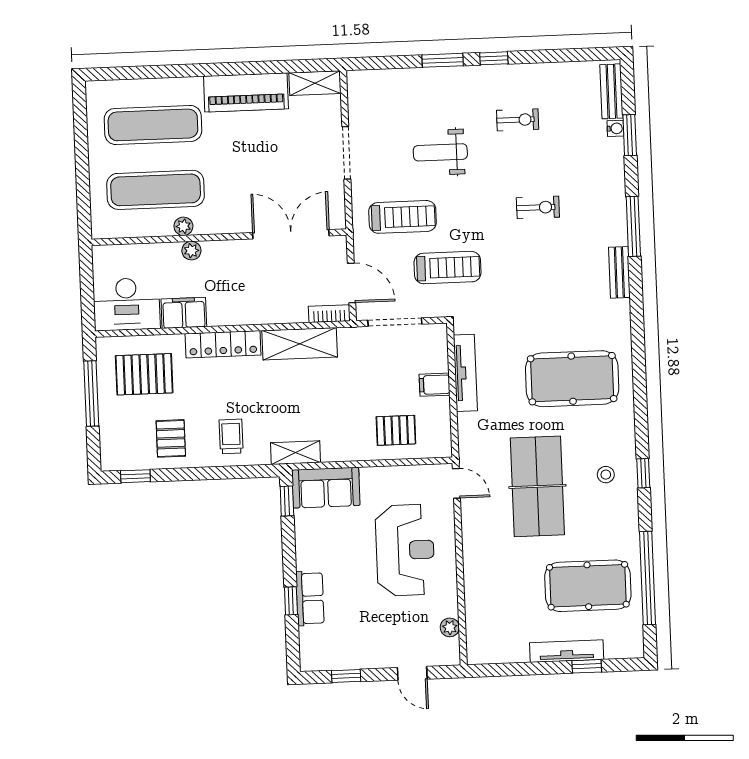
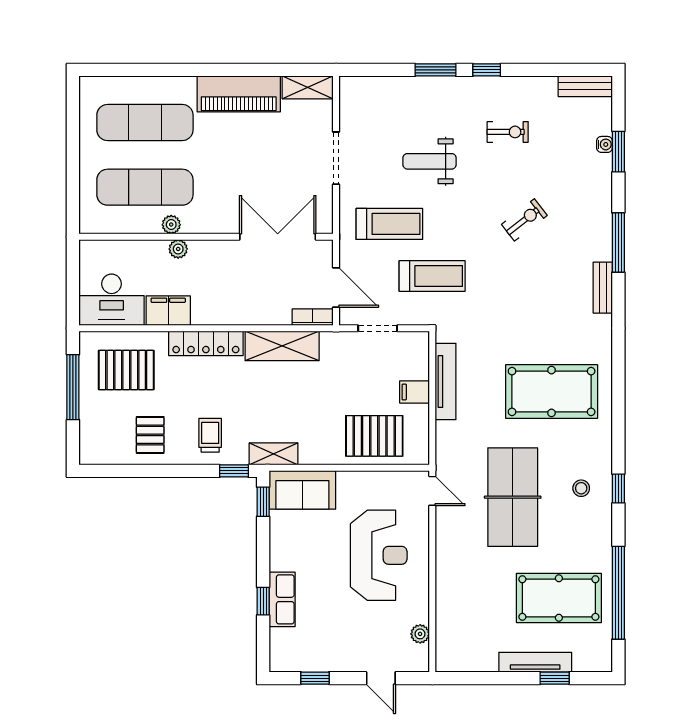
bench: (611, 91) -> (585, 86), moved, turned 90
exercise bike: (538, 207) -> (524, 220), turned -38
doorway: (395, 322) -> (378, 328), width x0.73
pallet: (396, 430) -> (374, 436), width x1.50, depth x1.42
window: (135, 476) -> (234, 471), moved

